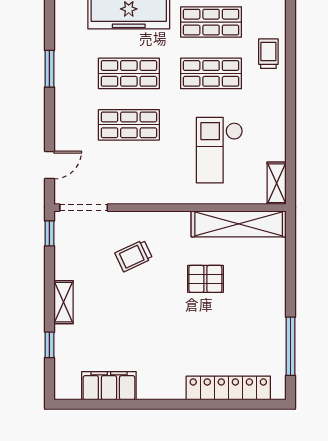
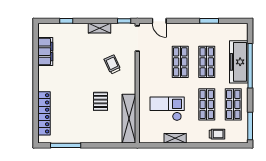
shelving: (277, 183) -> (175, 138), moved
shelving: (63, 302) -> (100, 28), moved

